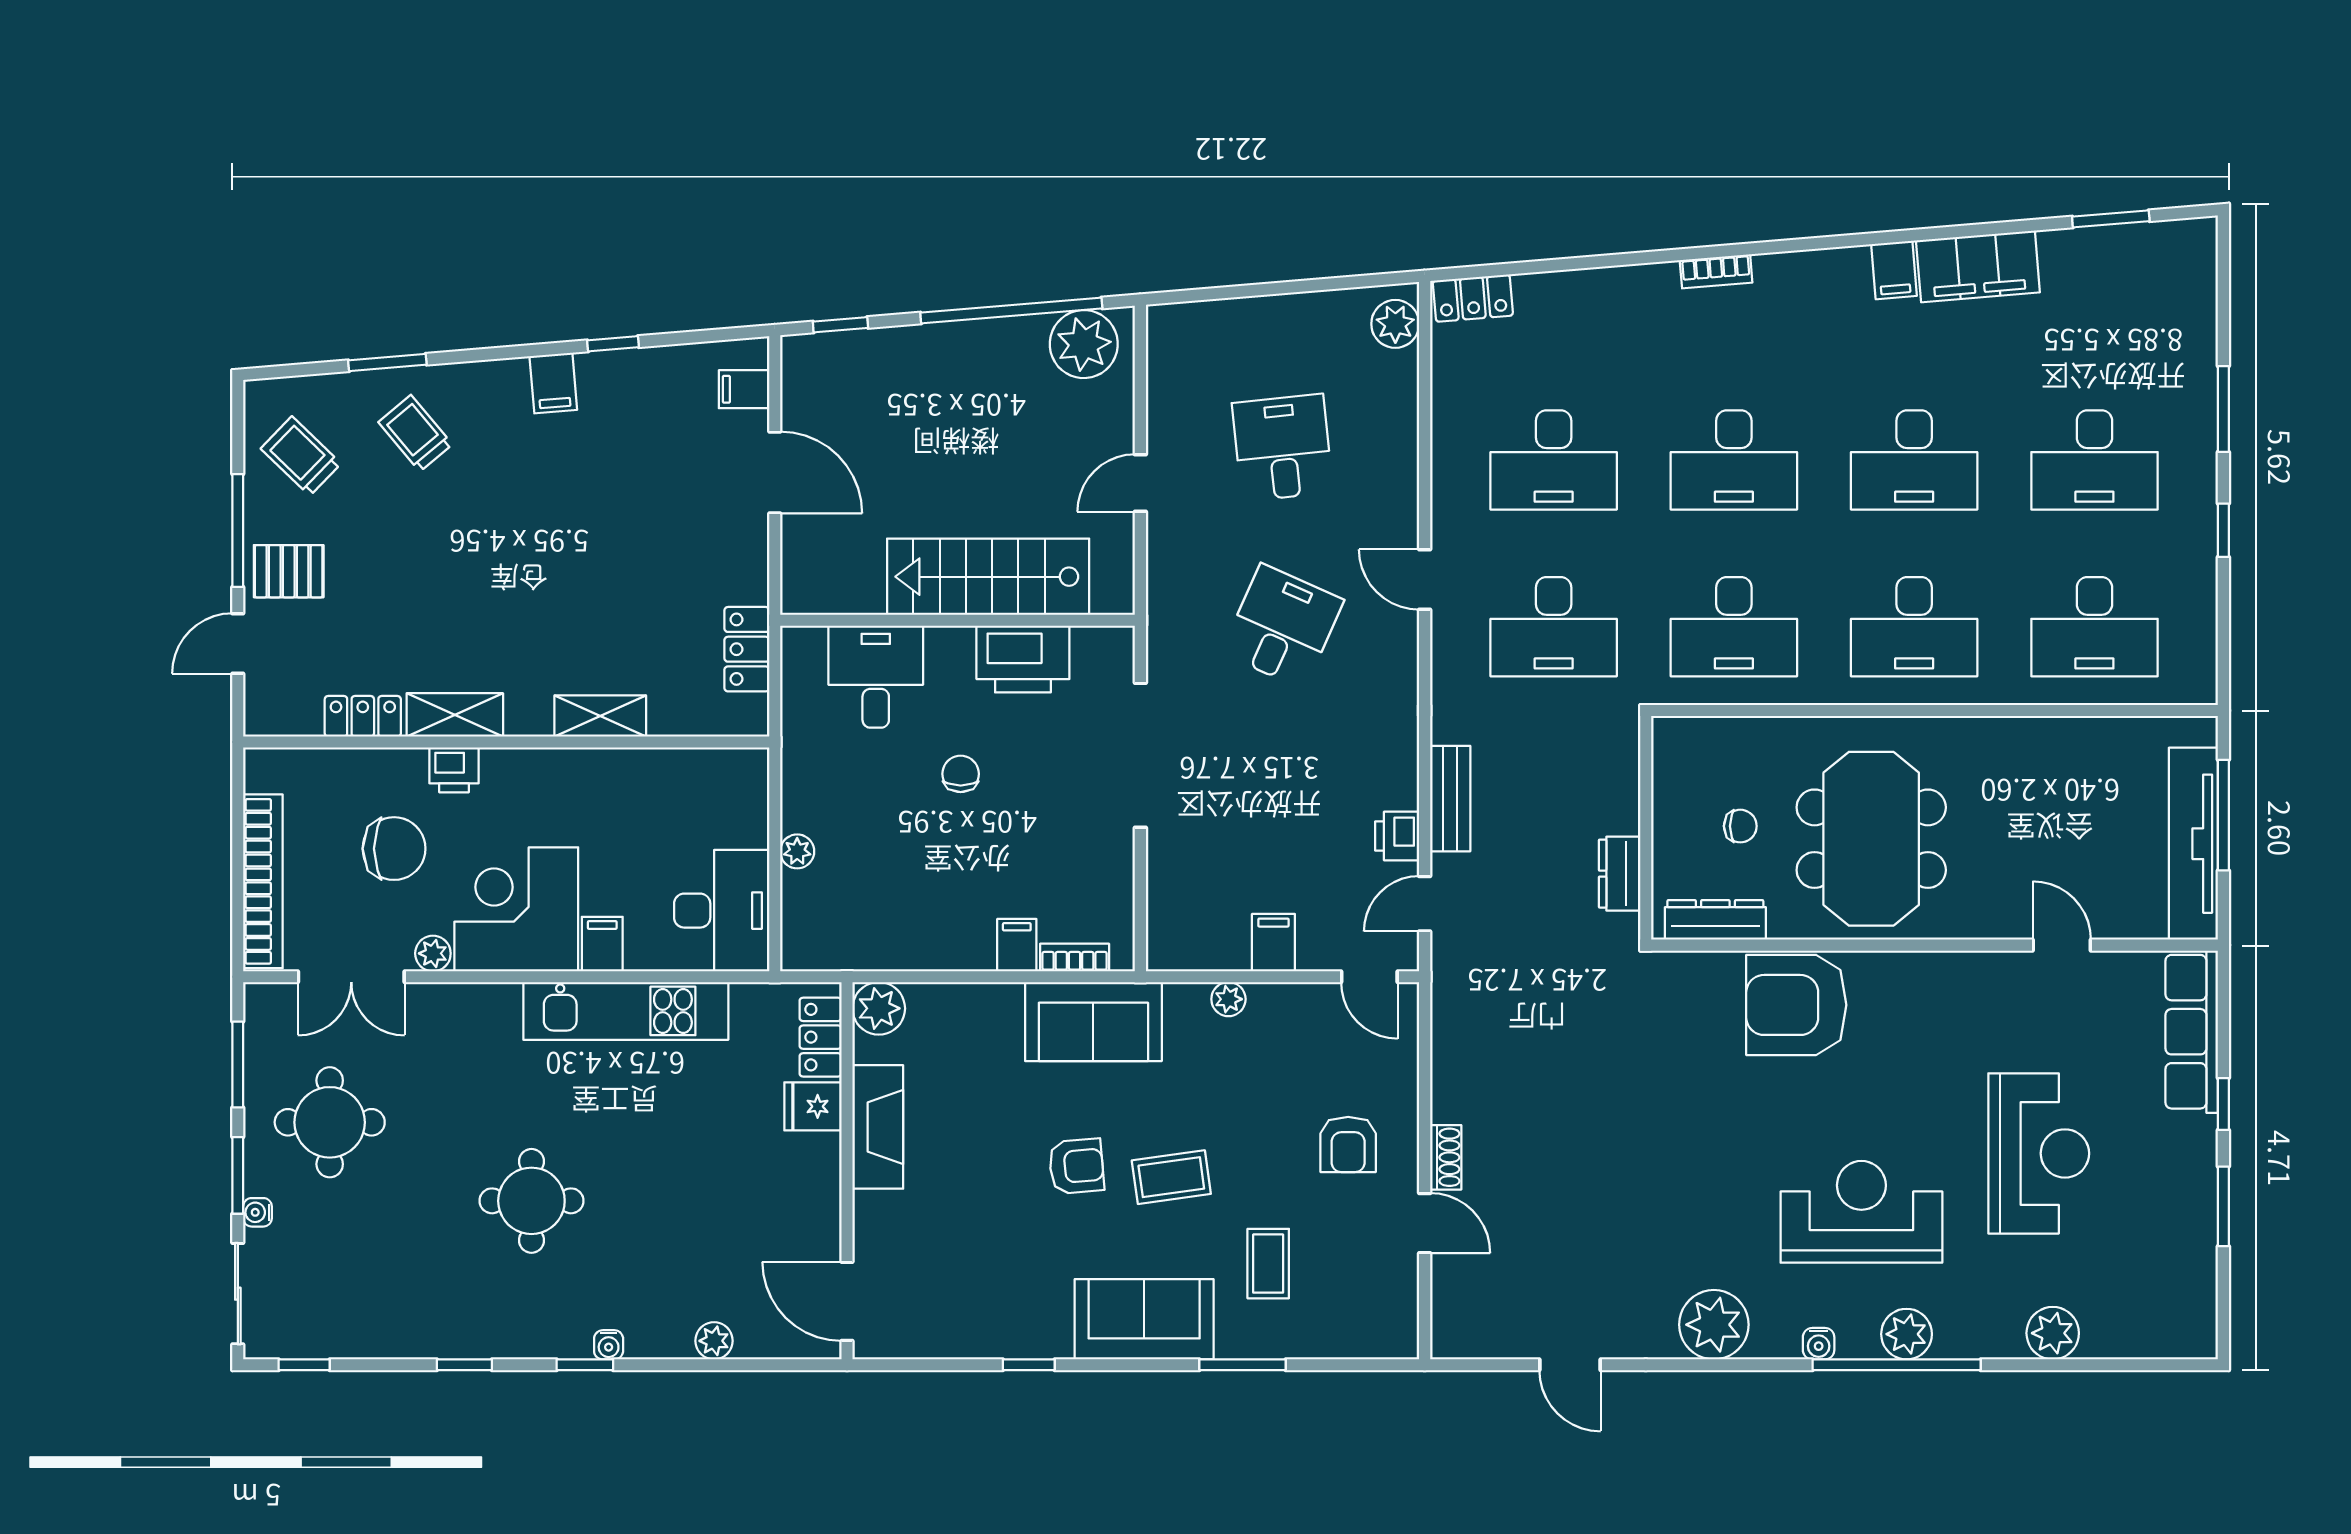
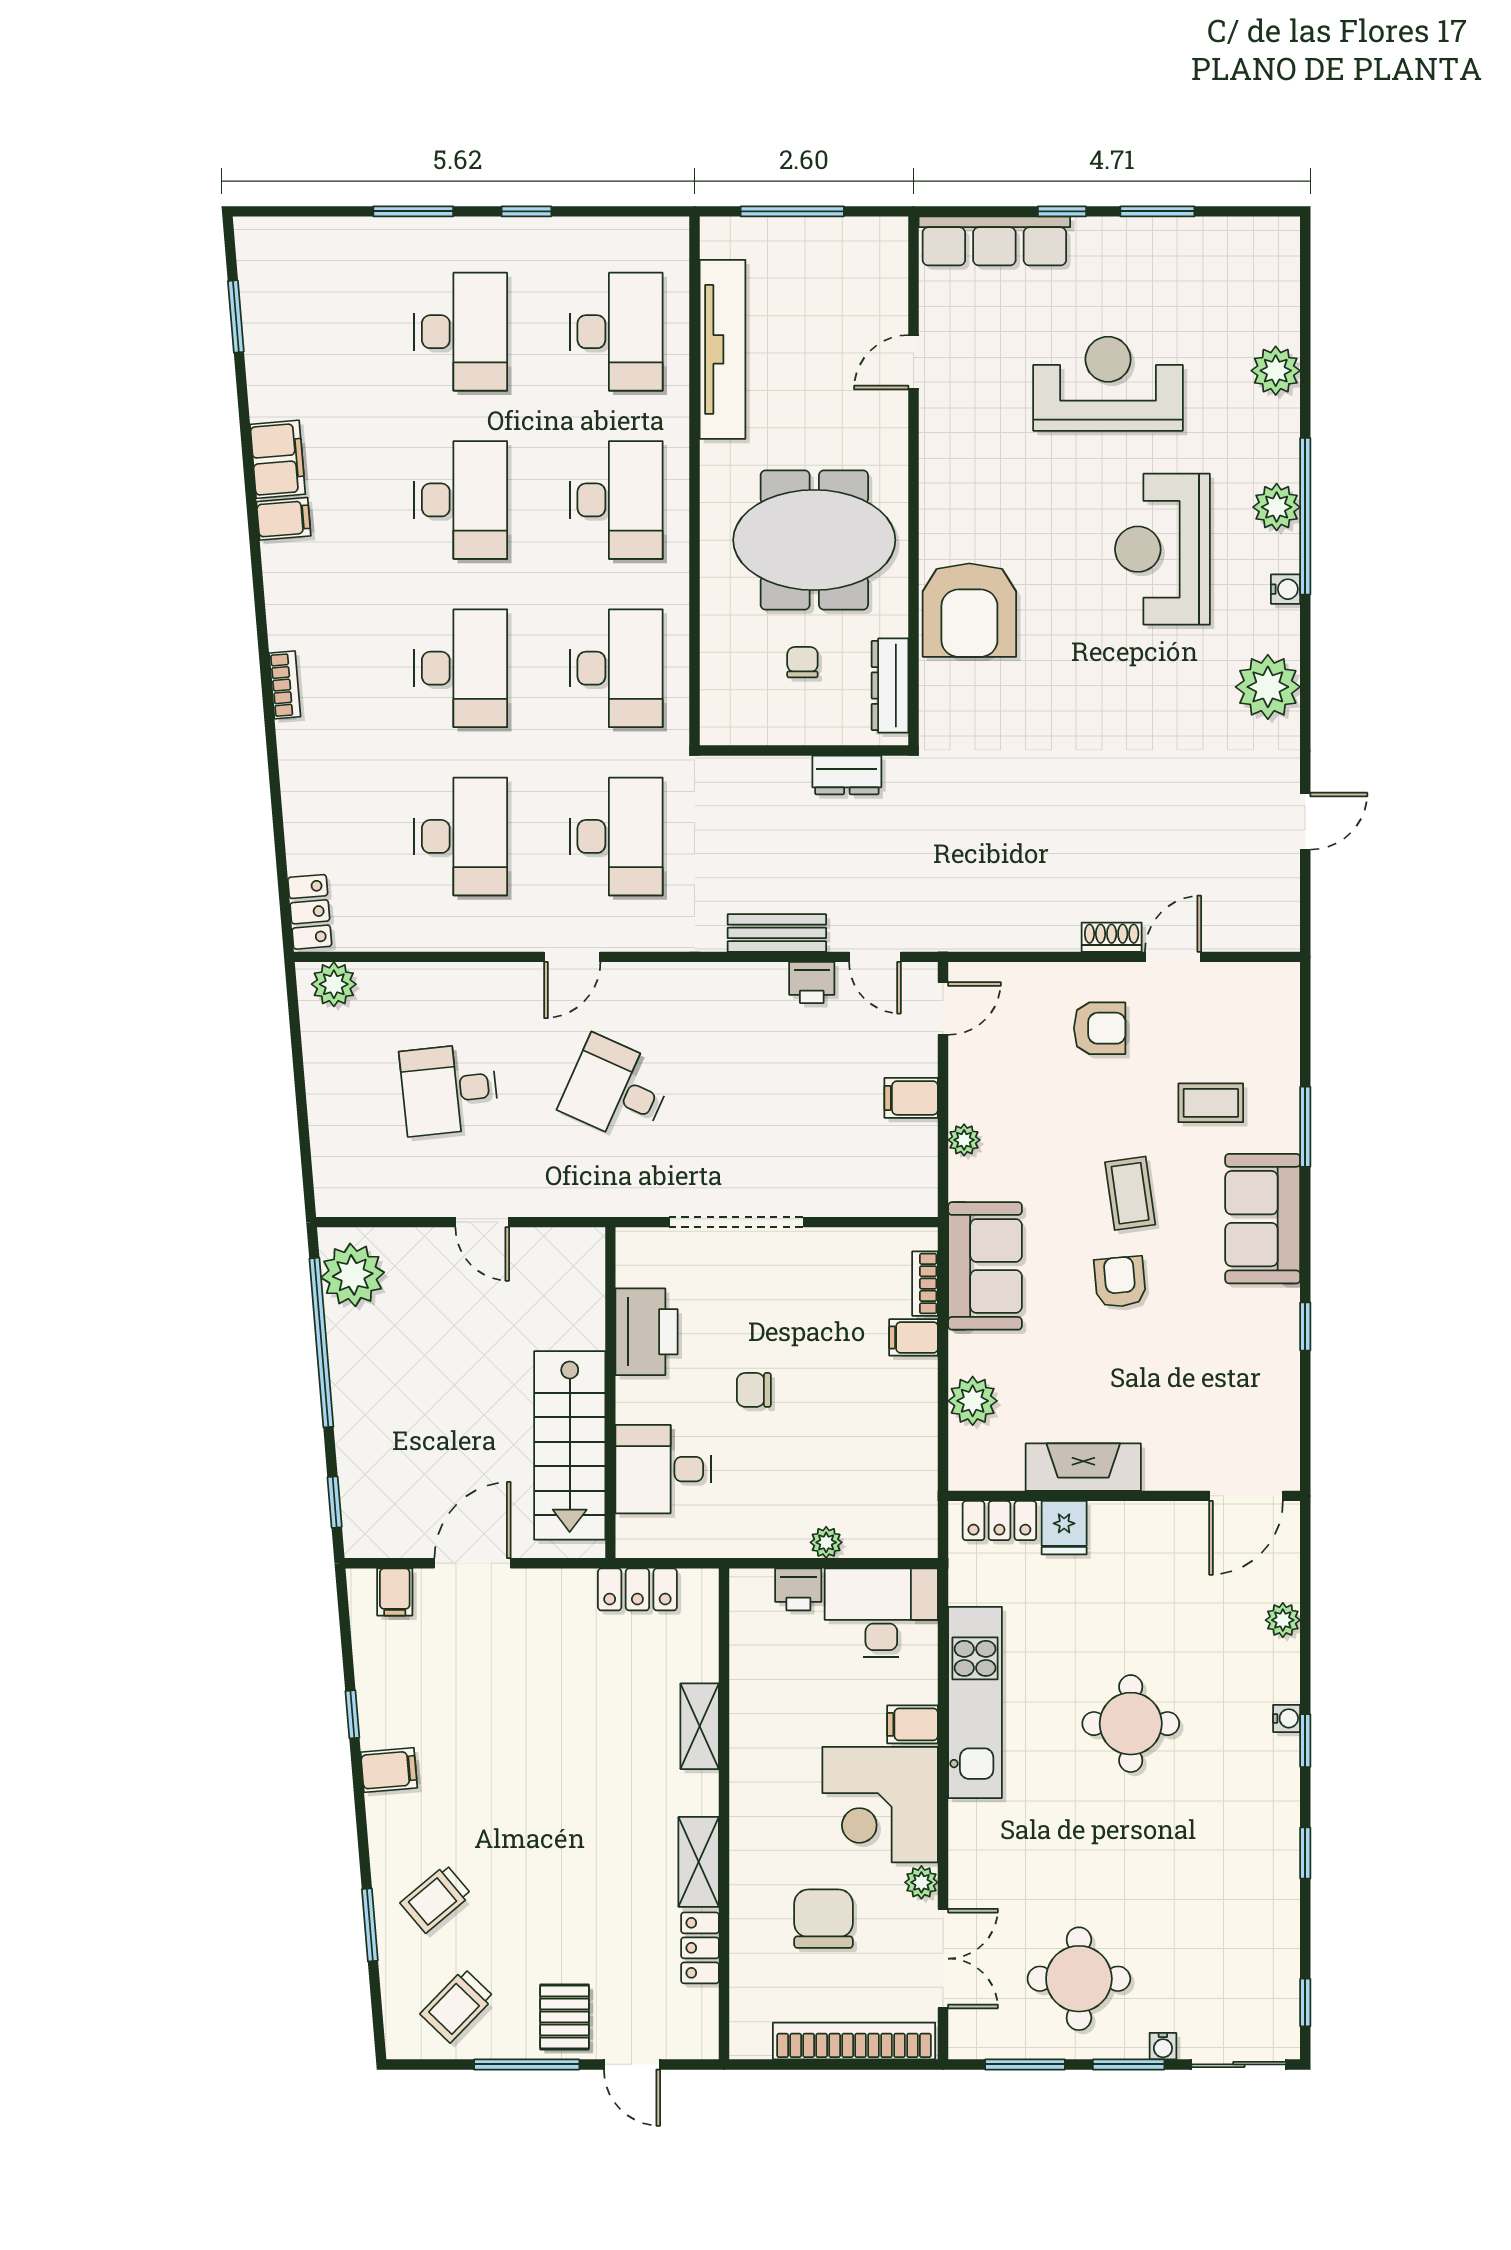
filing cabinet: (1978, 266) -> (278, 459), width x0.67, depth x0.86
stairs: (988, 577) -> (570, 1445), moved
printer: (454, 770) -> (798, 1589), moved, turned 90
tv unit: (2193, 844) -> (723, 349), moved, turned -90
plant: (879, 1008) -> (973, 1401), moved
round table: (531, 1201) -> (1131, 1724), moved

